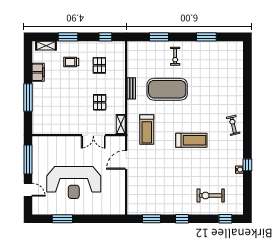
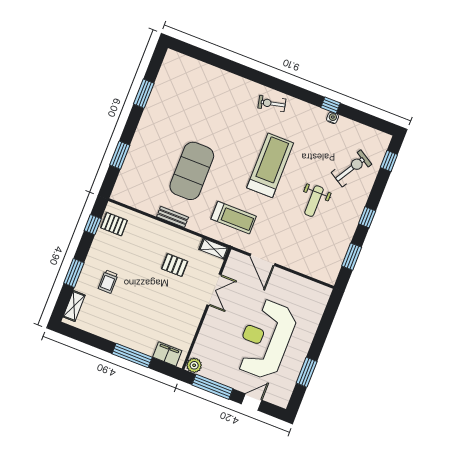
exercise bike: (175, 56) -> (153, 144), removed
pallet: (99, 65) -> (114, 224), moved
filing cabinet: (38, 72) -> (167, 354), moved
treadmill: (191, 140) -> (270, 165), width x1.37, depth x1.38
plant: (38, 142) -> (194, 365), added
weight bench: (179, 179) -> (314, 201), added
reception desk: (74, 182) -> (265, 339), turned 180
exercise bike: (211, 196) -> (351, 168), turned -149

